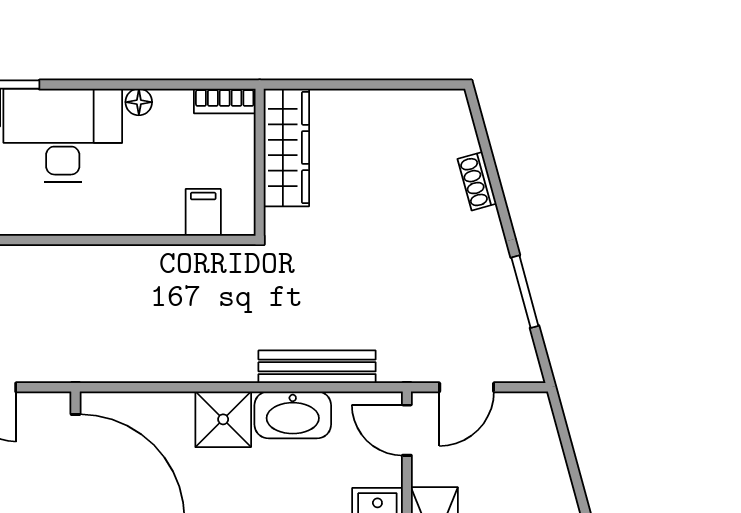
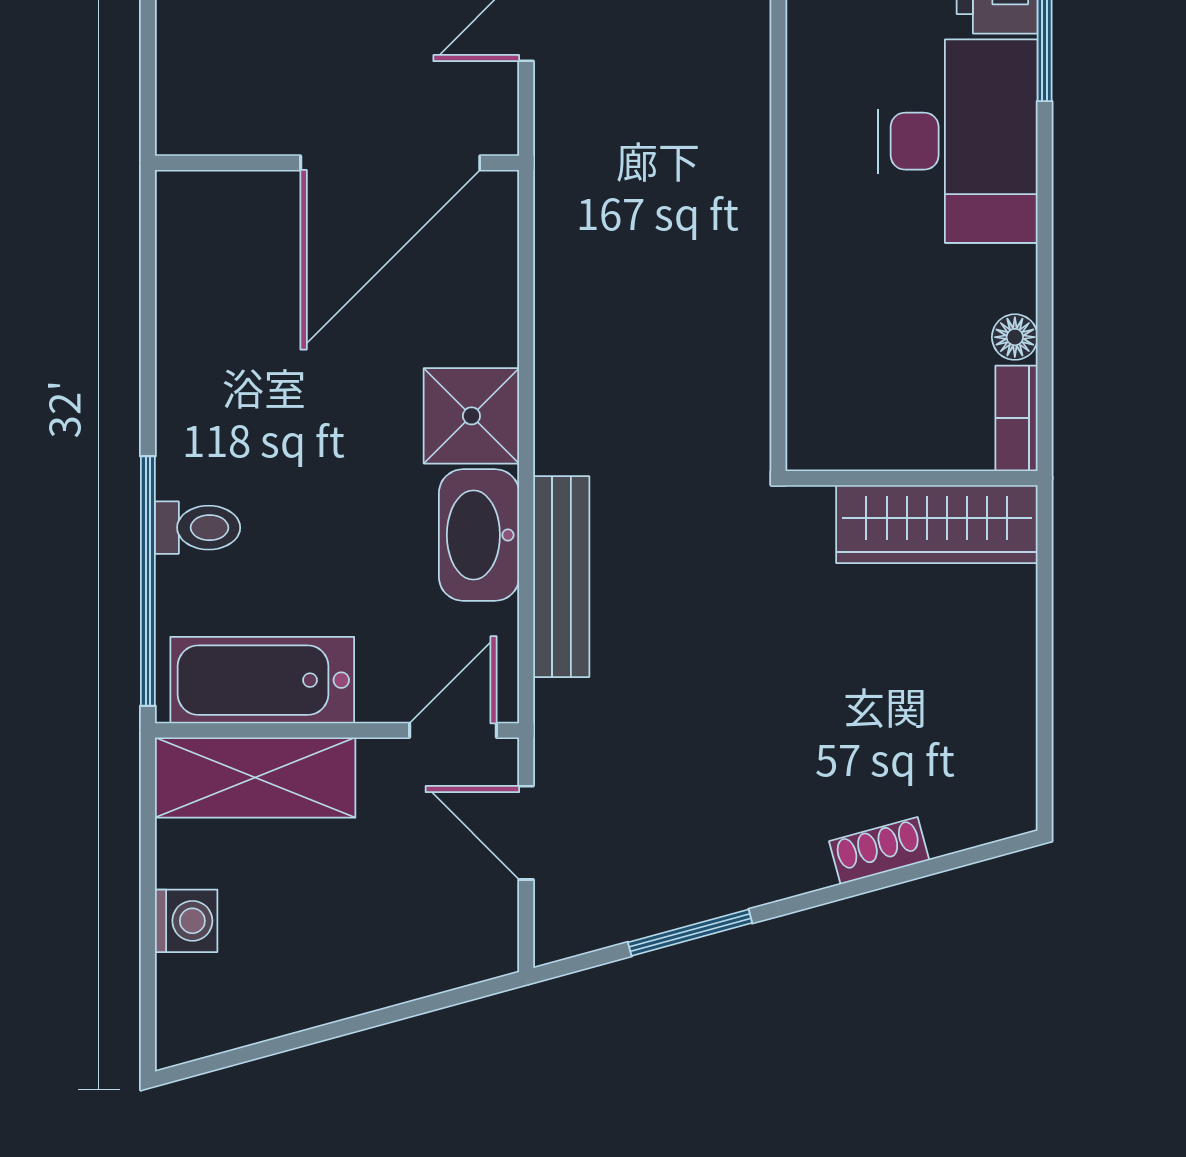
floor lamp: (139, 102) -> (1015, 337), moved
filing cabinet: (203, 212) -> (826, 382), removed

